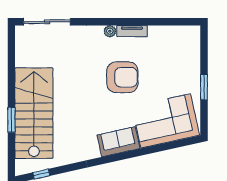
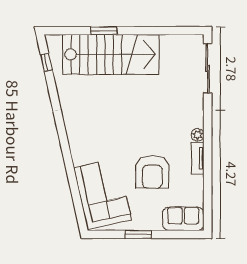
armchair: (122, 77) -> (152, 172), moved
sofa: (118, 142) -> (183, 219), moved, turned -78

